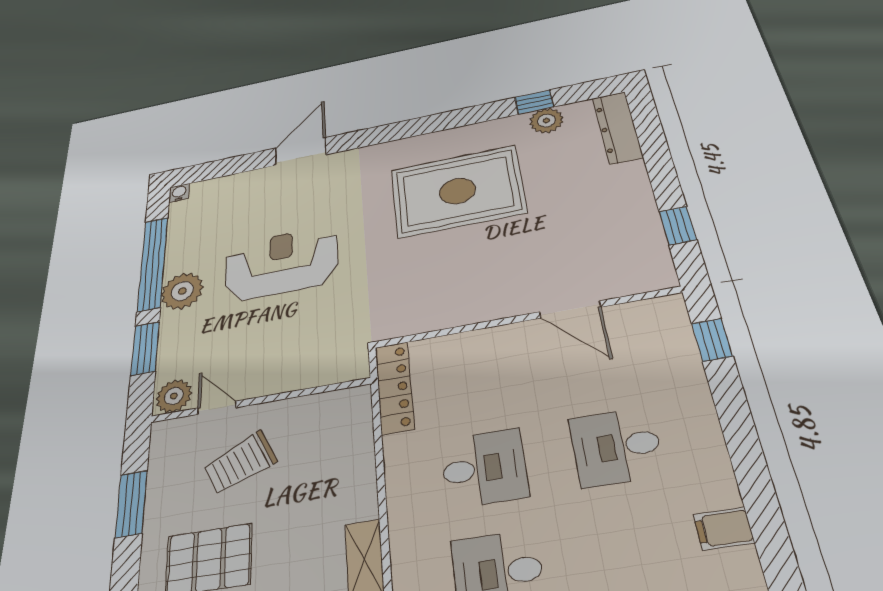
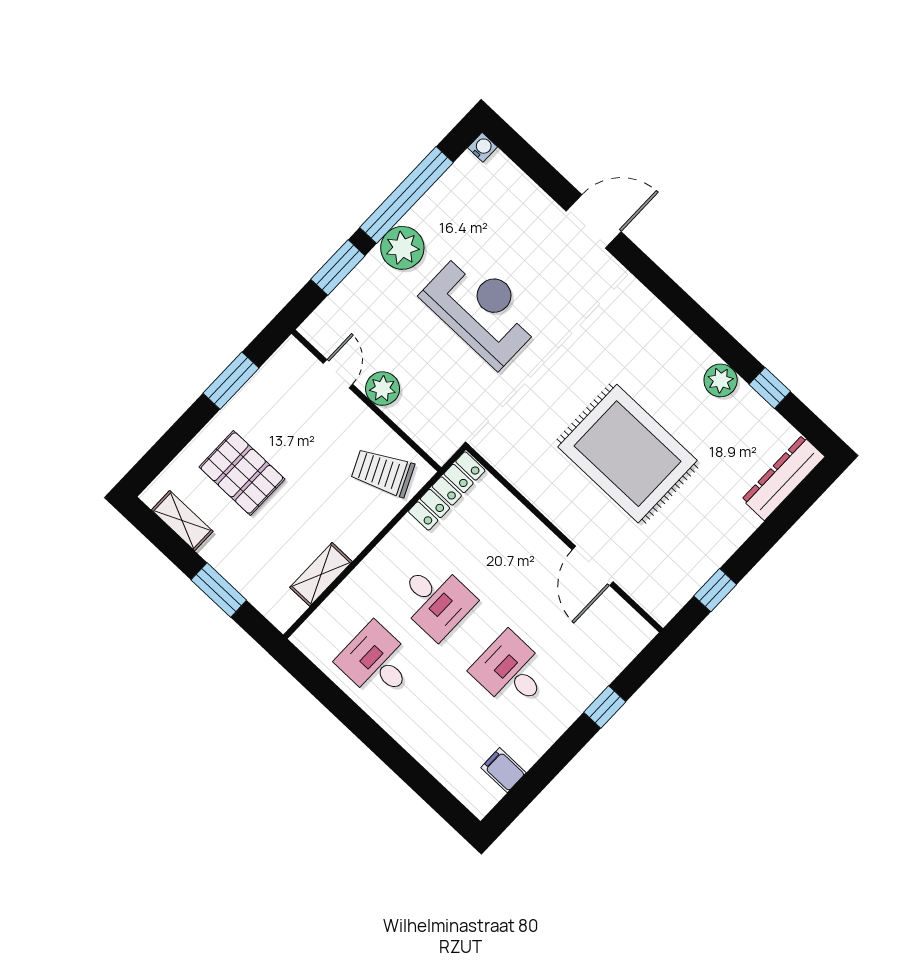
plant: (546, 121) -> (721, 380), moved
rug: (457, 191) -> (628, 454), moved
window: (712, 340) -> (605, 707), moved
plant: (174, 396) -> (383, 389), moved
trolley: (240, 463) -> (383, 472), moved

